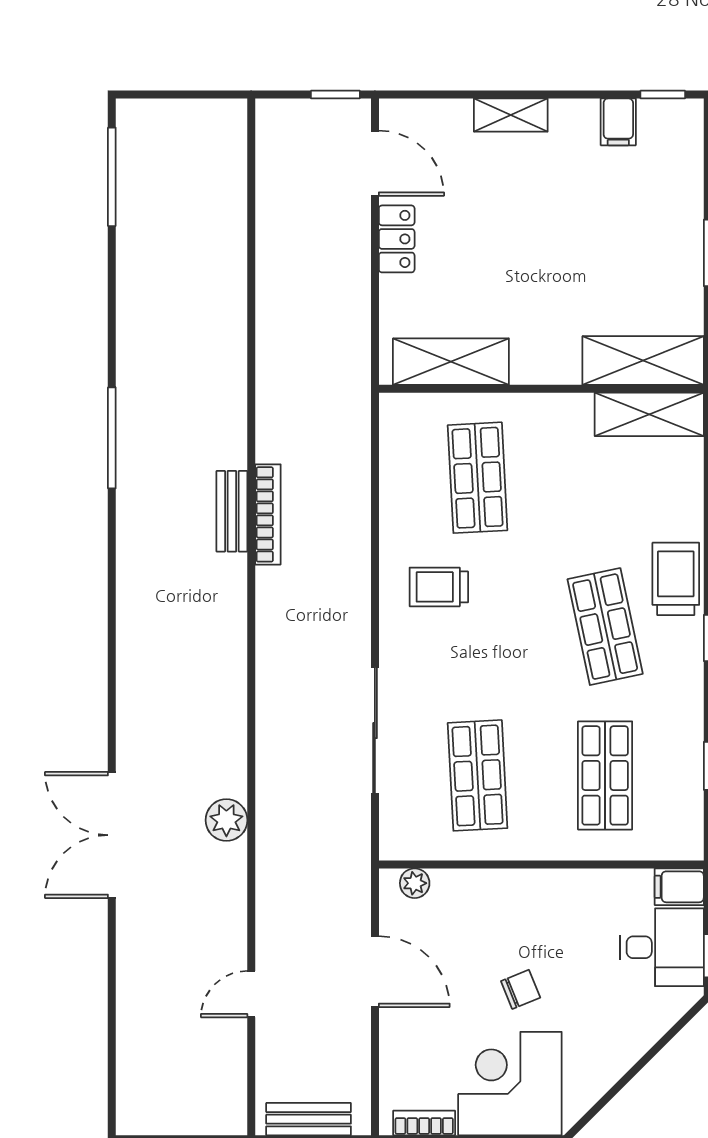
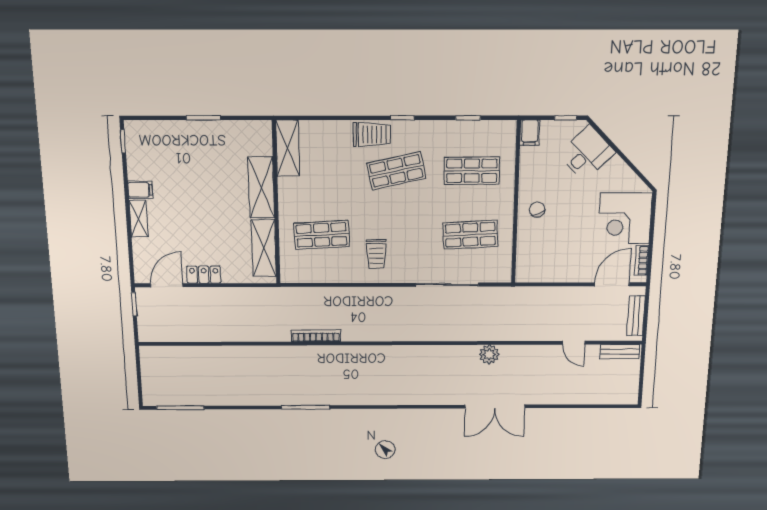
filing cabinet: (618, 122) -> (140, 190), moved
shelving: (643, 360) -> (261, 187), moved
bench: (232, 511) -> (620, 352), moved
bookcase: (268, 514) -> (316, 336), moved
trolley: (676, 579) -> (372, 134), turned 180
plant: (415, 883) -> (523, 265), removed
desk: (662, 947) -> (587, 153), moved, turned 45
door: (375, 972) -> (612, 284), moved
chair: (521, 989) -> (537, 210), moved

